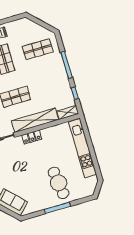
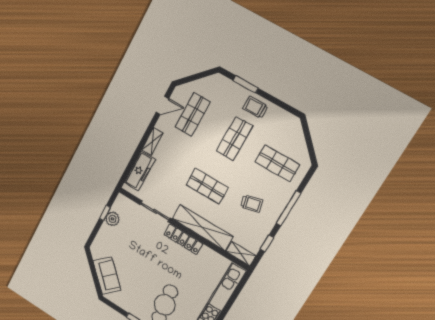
trolley: (47, 82) -> (252, 204), added
locker: (32, 137) -> (183, 239), width x1.53

